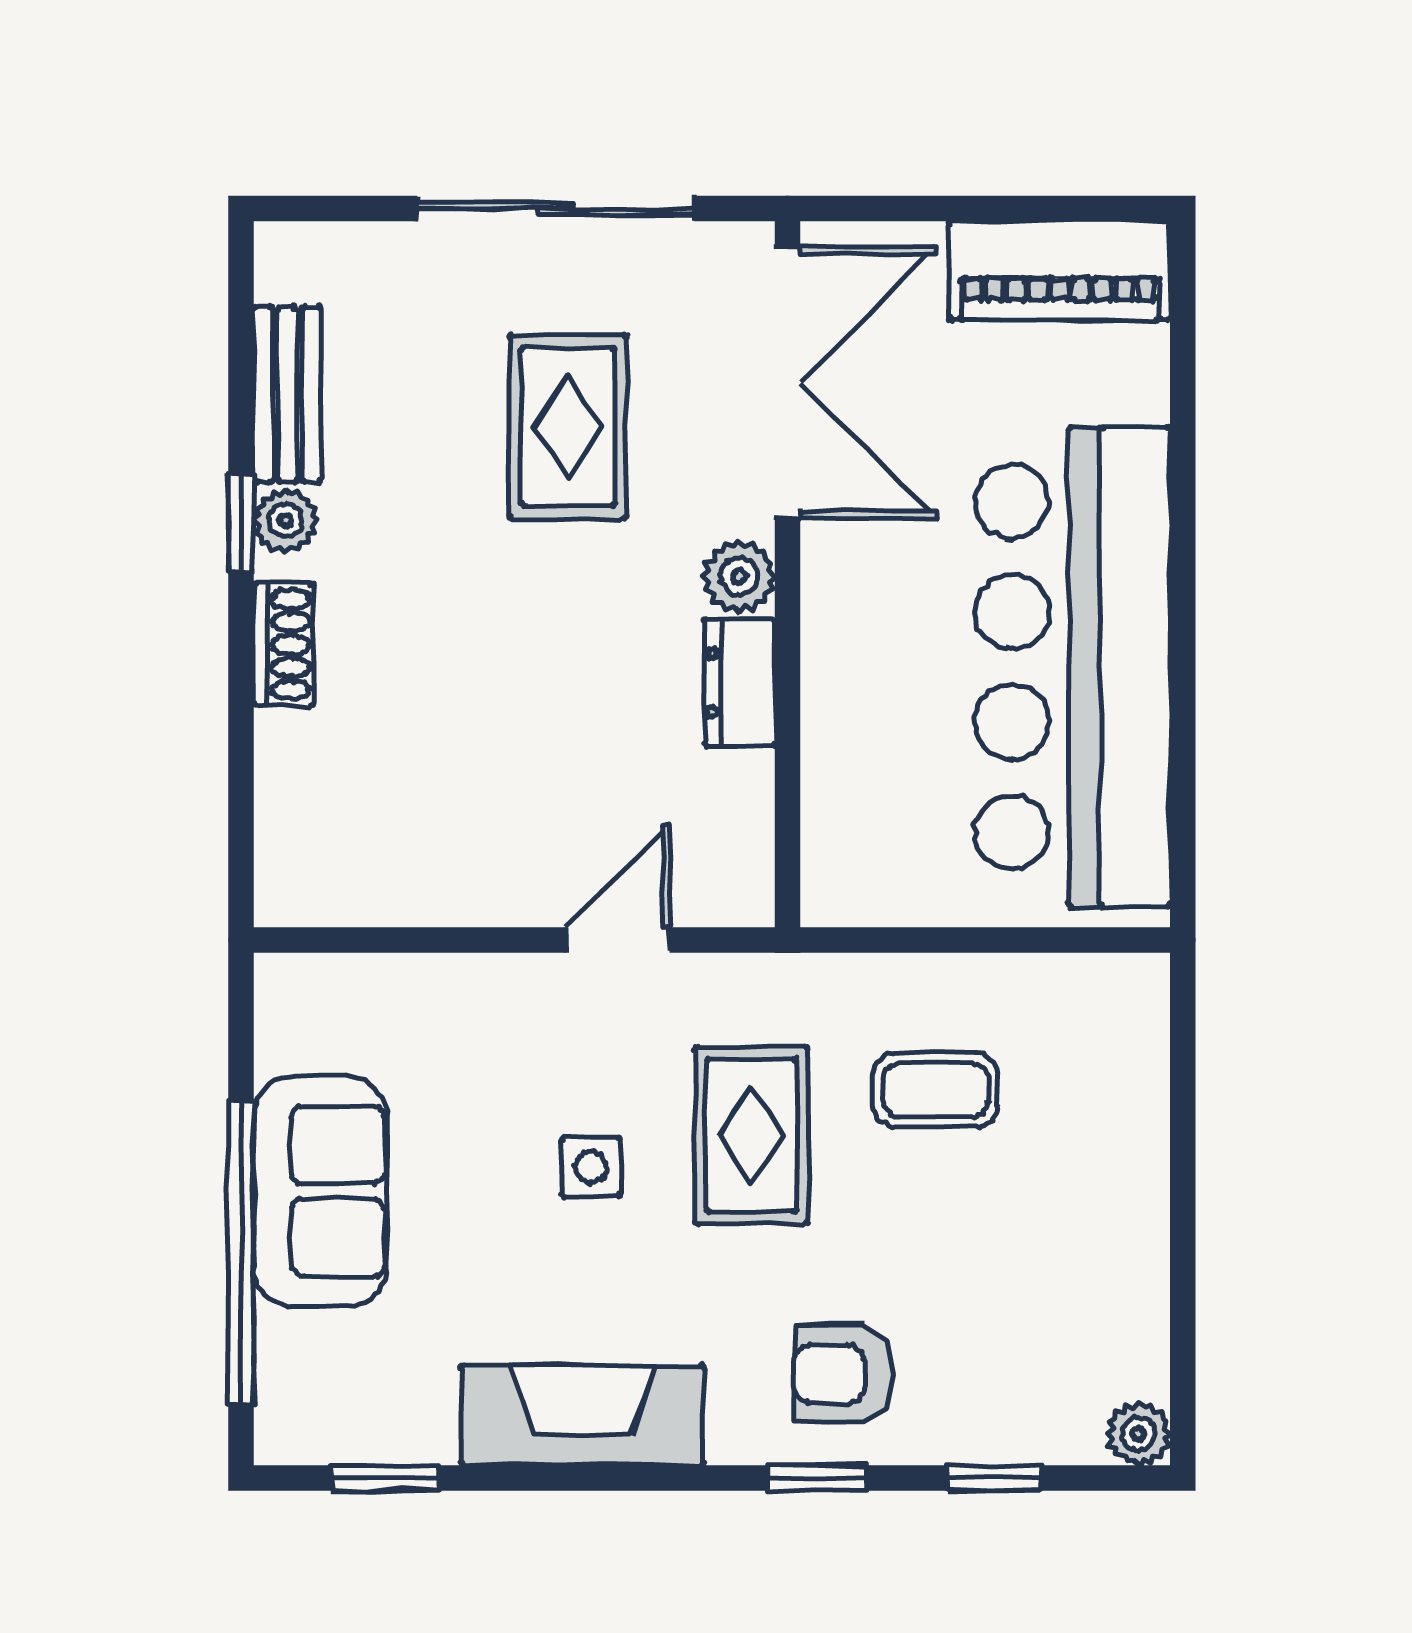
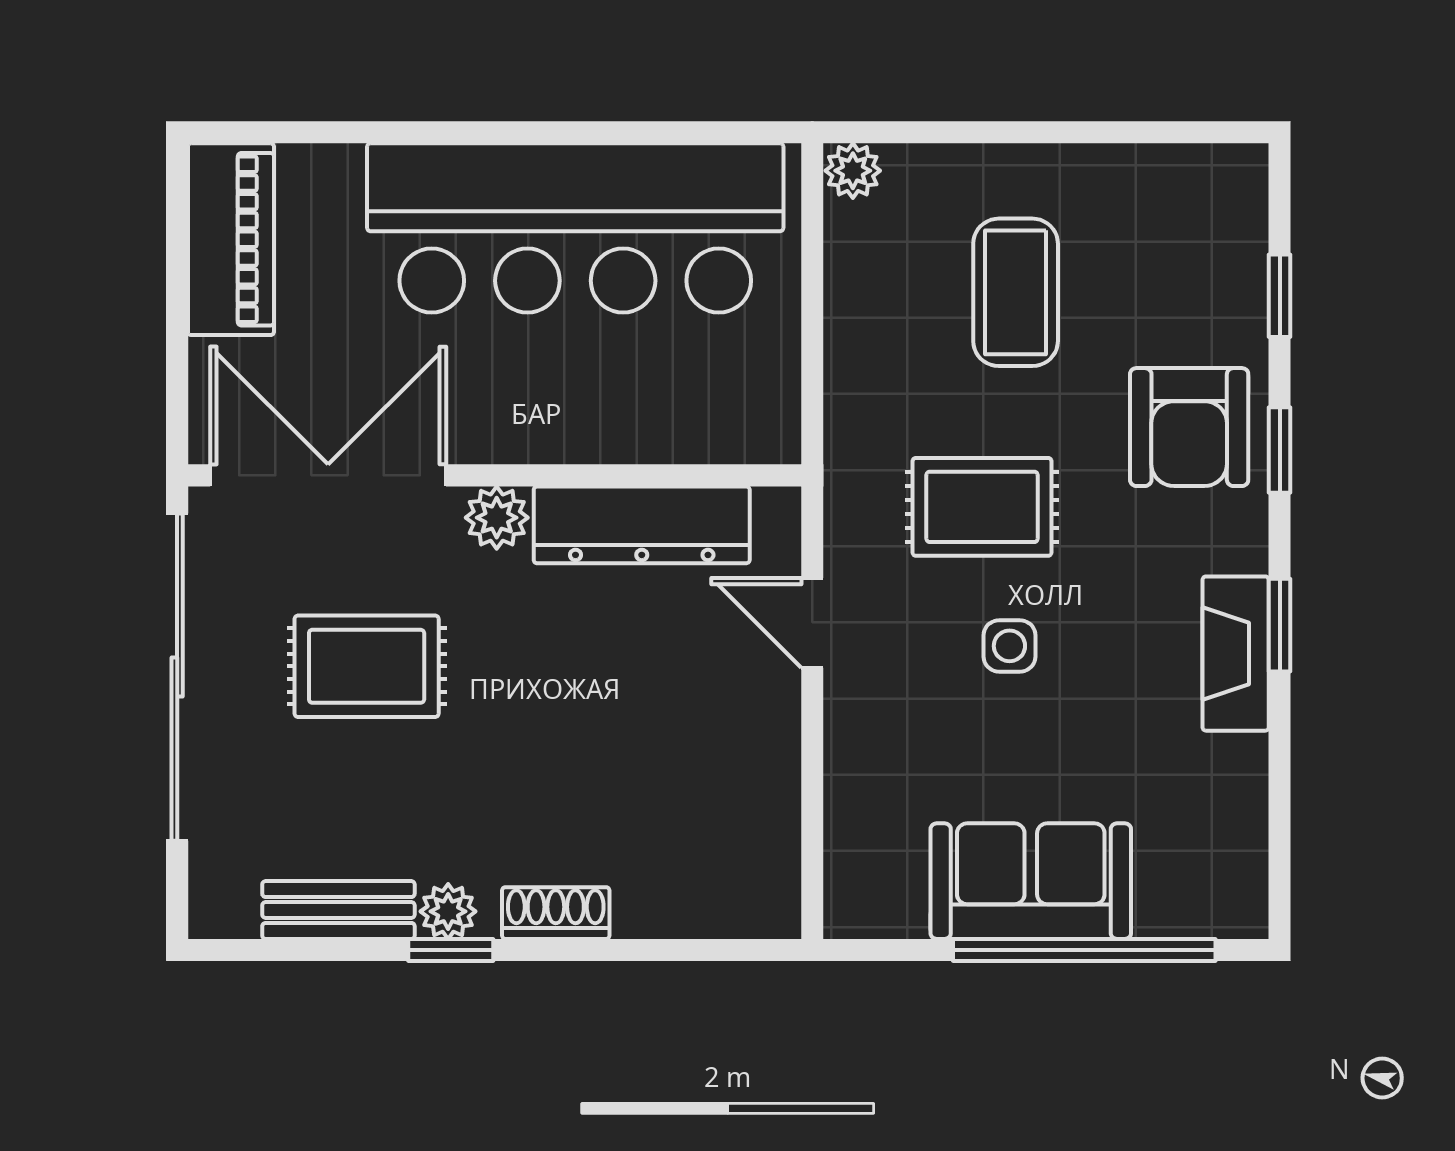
sliding door: (555, 208) -> (177, 677), width x1.36
dresser: (739, 683) -> (642, 525), width x1.96, depth x1.24
coffee table: (935, 1090) -> (1016, 292), moved, width x1.36, depth x1.30
armchair: (843, 1374) -> (1189, 427), width x1.38, depth x1.38
fireplace: (582, 1415) -> (1236, 654), width x0.73, depth x0.76
plant: (1138, 1434) -> (853, 171), moved
window: (385, 1478) -> (1280, 625), moved

